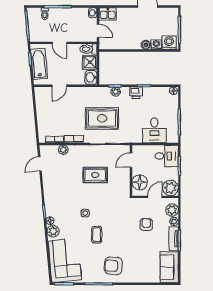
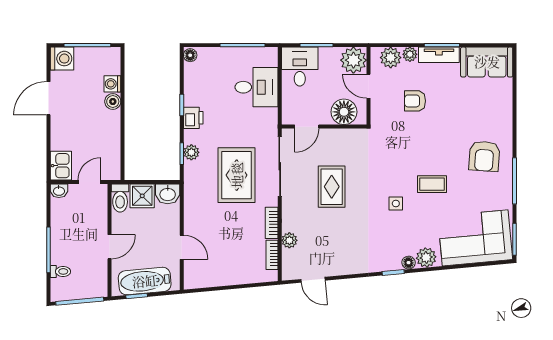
washing machine: (169, 43) -> (62, 59), moved, turned 180
door: (131, 160) -> (307, 127), hinge flipped

